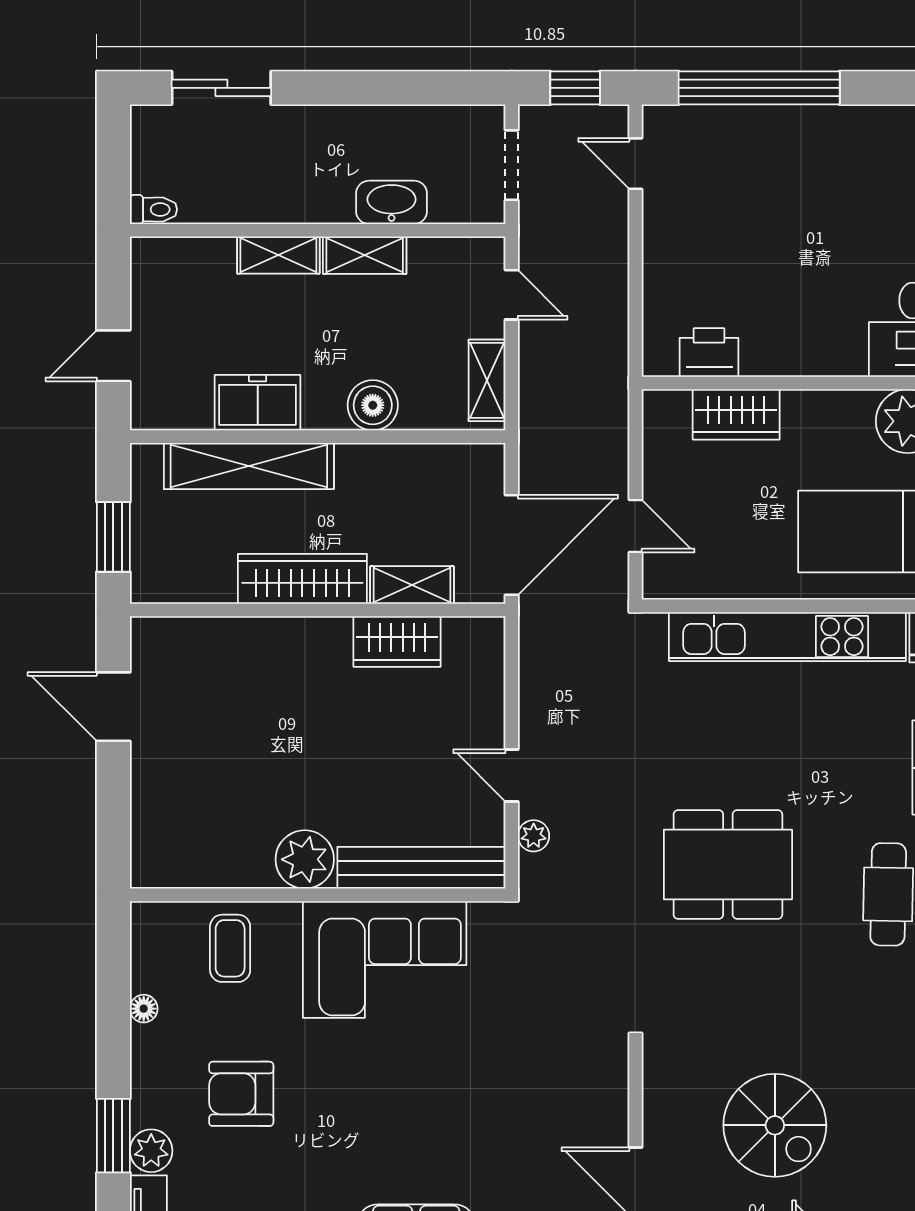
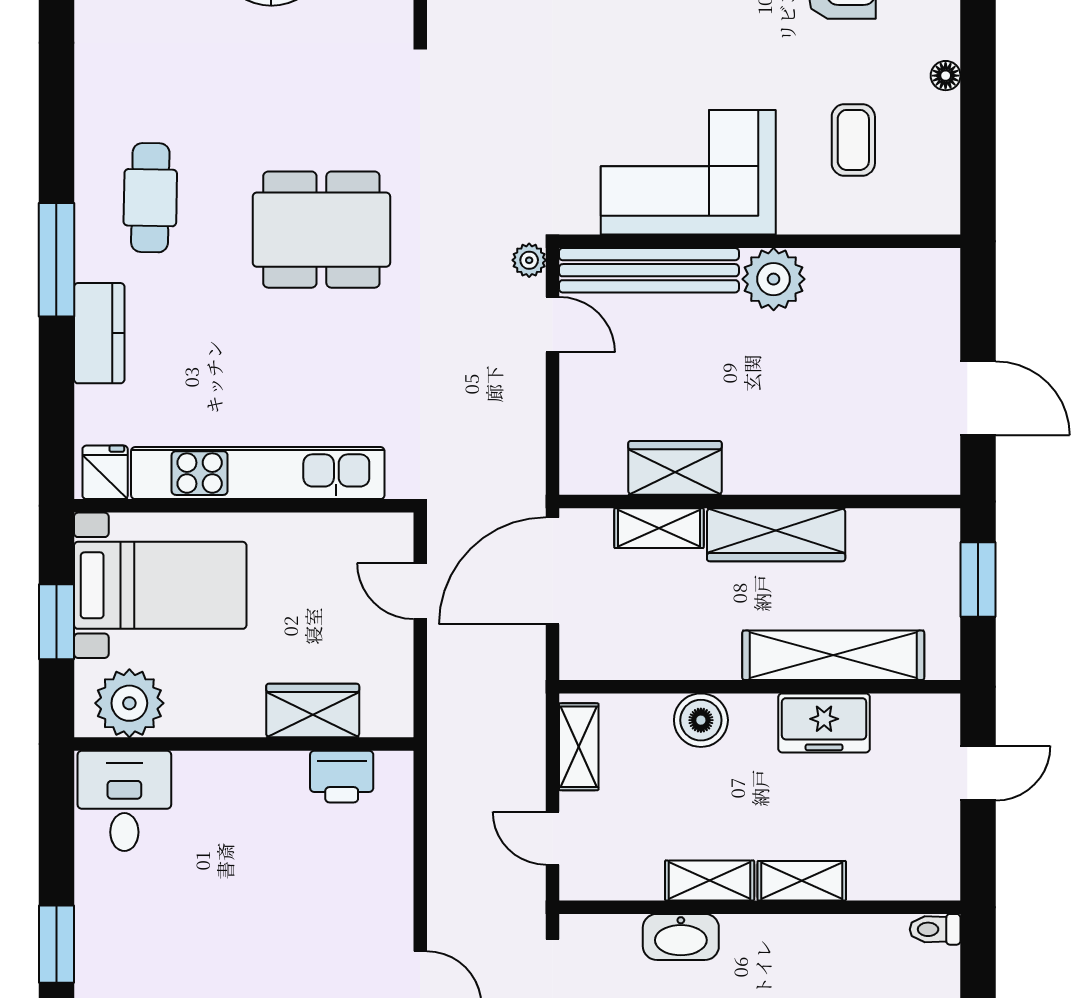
plant: (305, 859) -> (774, 279), moved
bench: (421, 868) -> (649, 270), moved
wall: (318, 895) -> (760, 241), moved
corner sofa: (385, 959) -> (688, 172), moved

